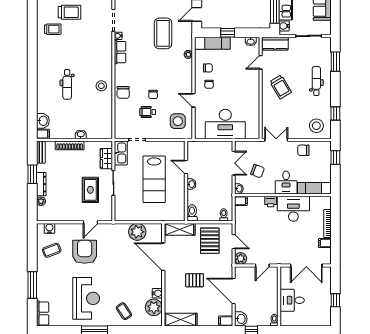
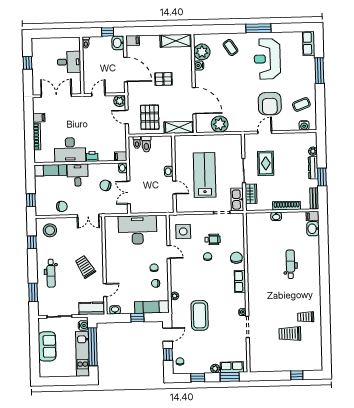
row of seats: (120, 52) -> (240, 281), moved
stool: (101, 86) -> (258, 264), removed
toilet: (192, 213) -> (146, 144), moved

